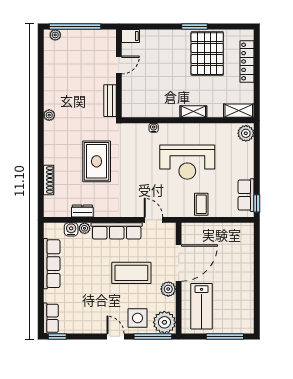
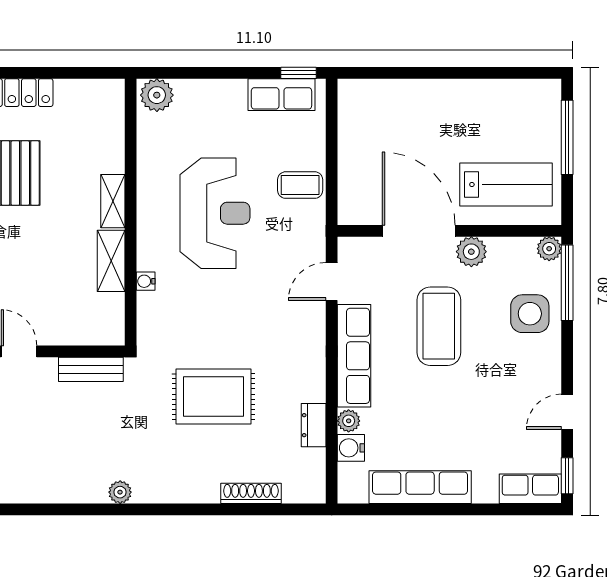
shelving: (239, 111) -> (111, 261), moved
plant: (164, 322) -> (549, 249), width x0.53, depth x0.53
door: (115, 336) -> (567, 412), moved

